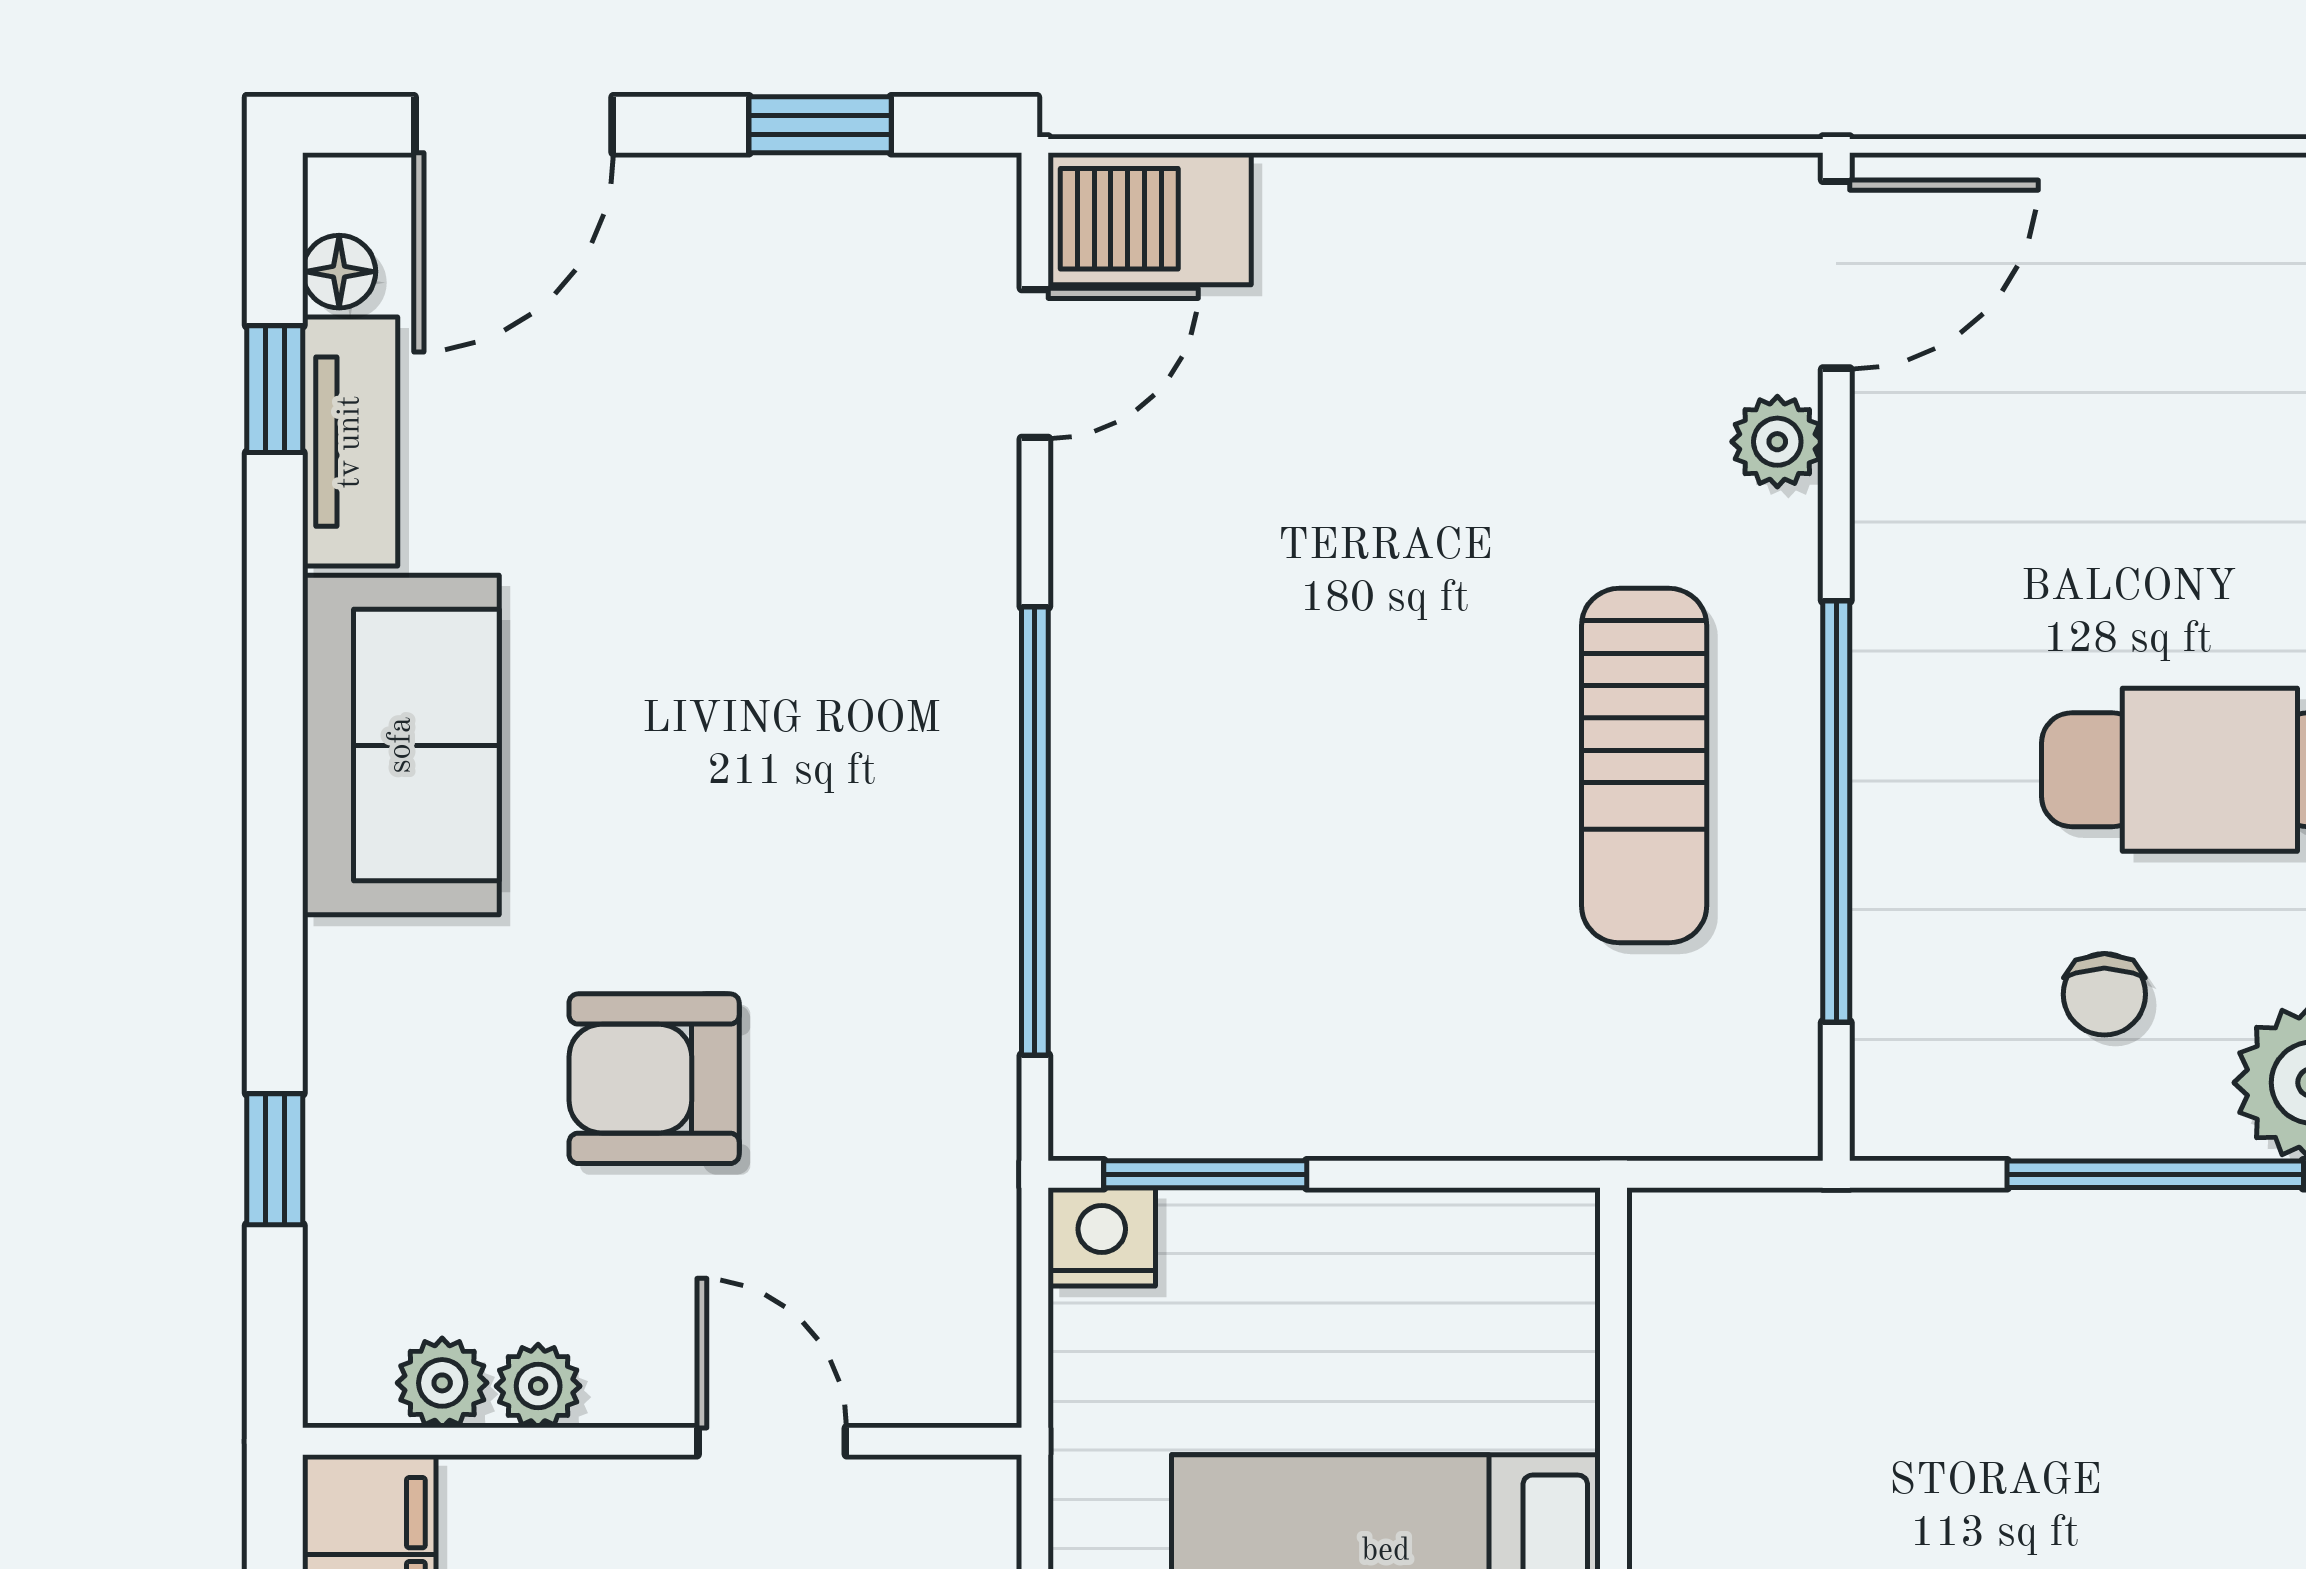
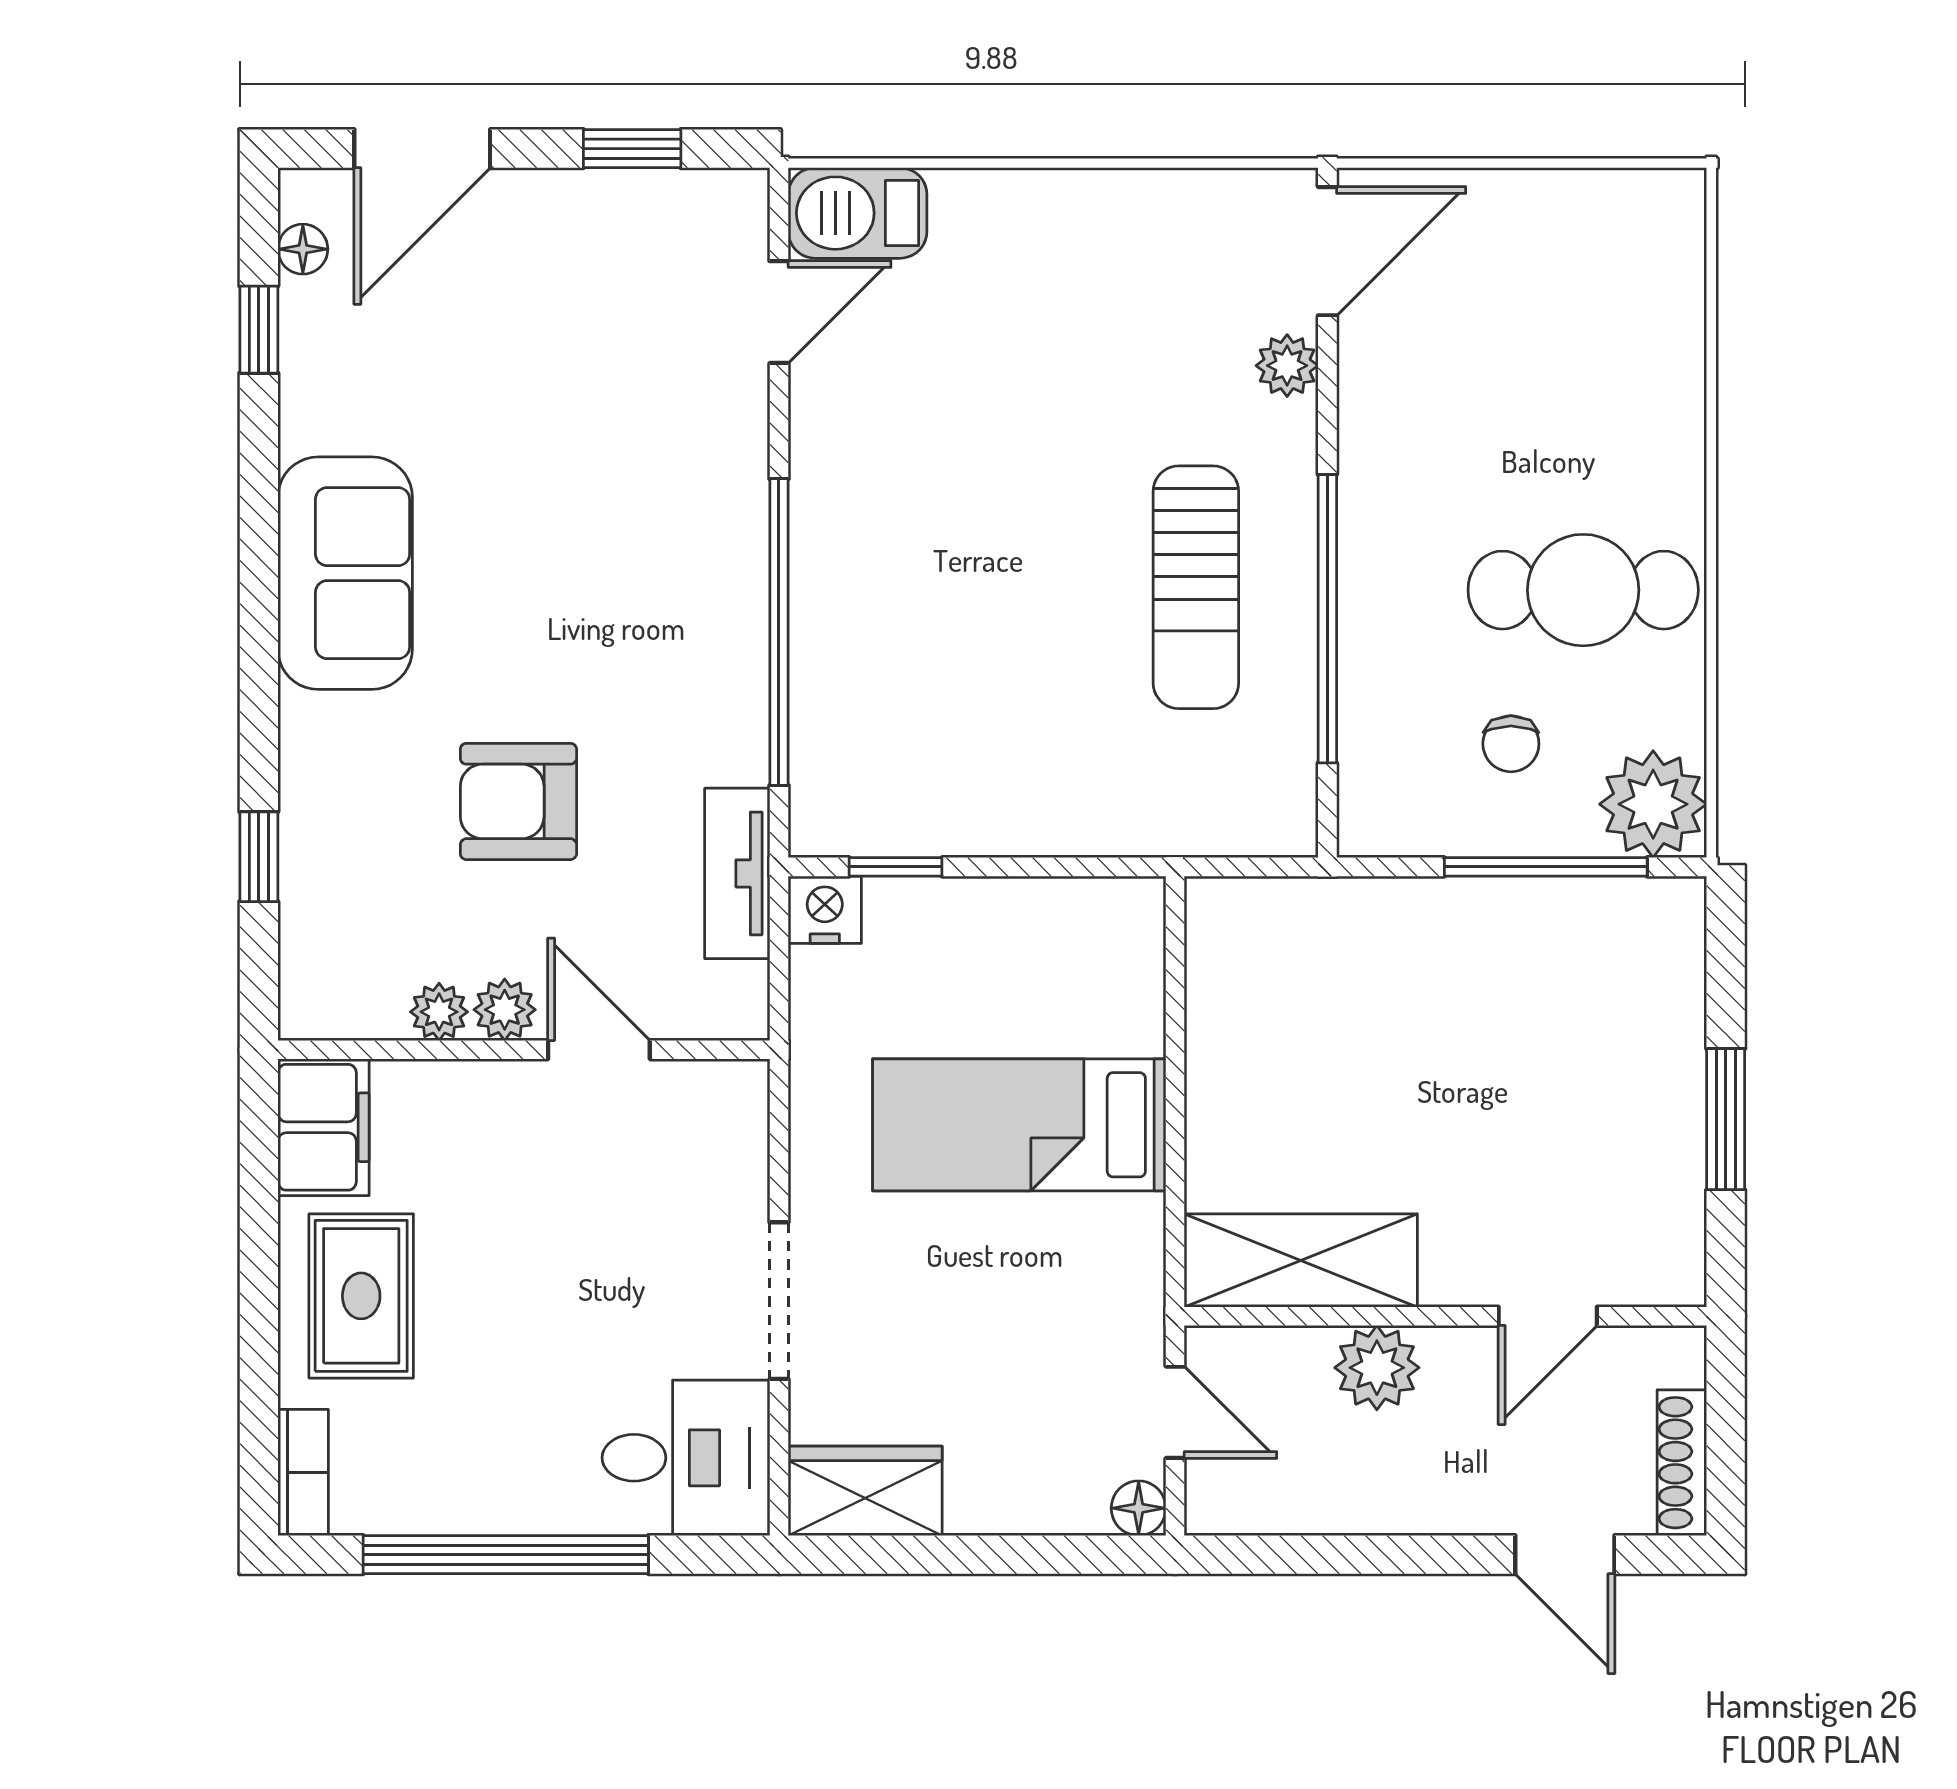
tv unit: (350, 442) -> (737, 873), moved, turned 180
window: (1205, 1174) -> (896, 867), width x0.67
plant: (442, 1383) -> (505, 1010), moved

